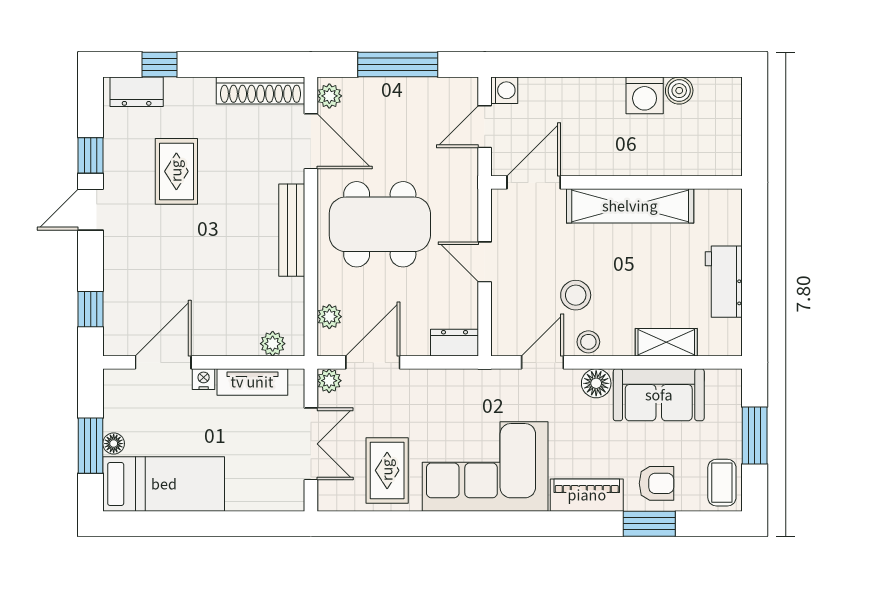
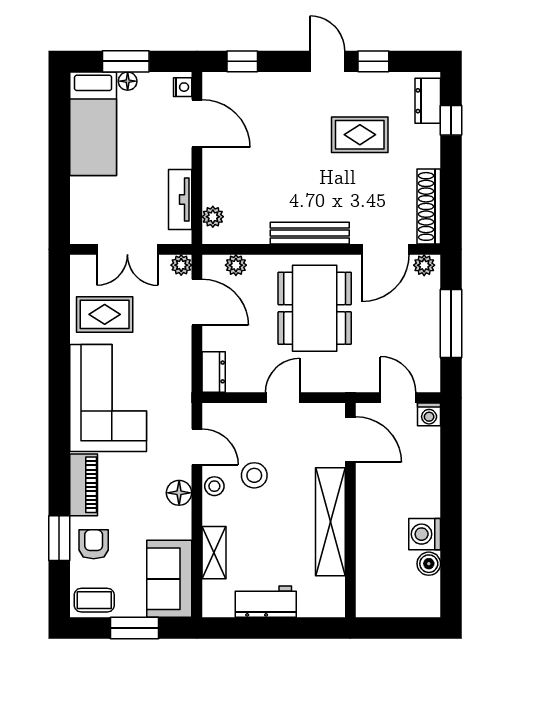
nightstand: (204, 379) -> (183, 87), moved
sofa: (659, 395) -> (169, 579), moved
armchair: (656, 483) -> (94, 544), turned 180

